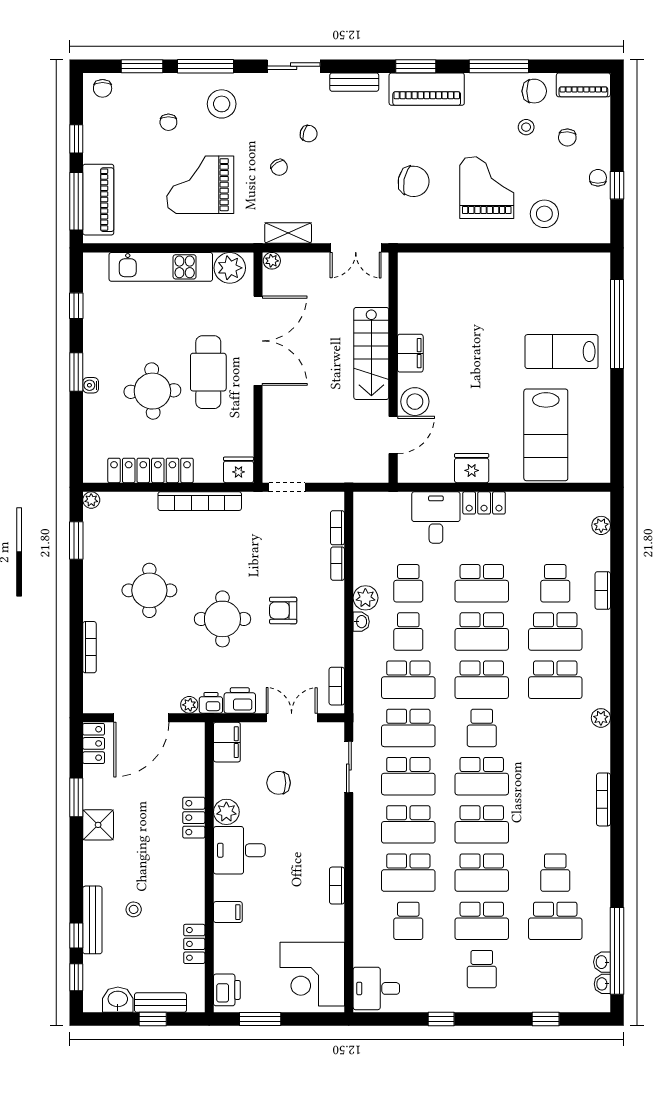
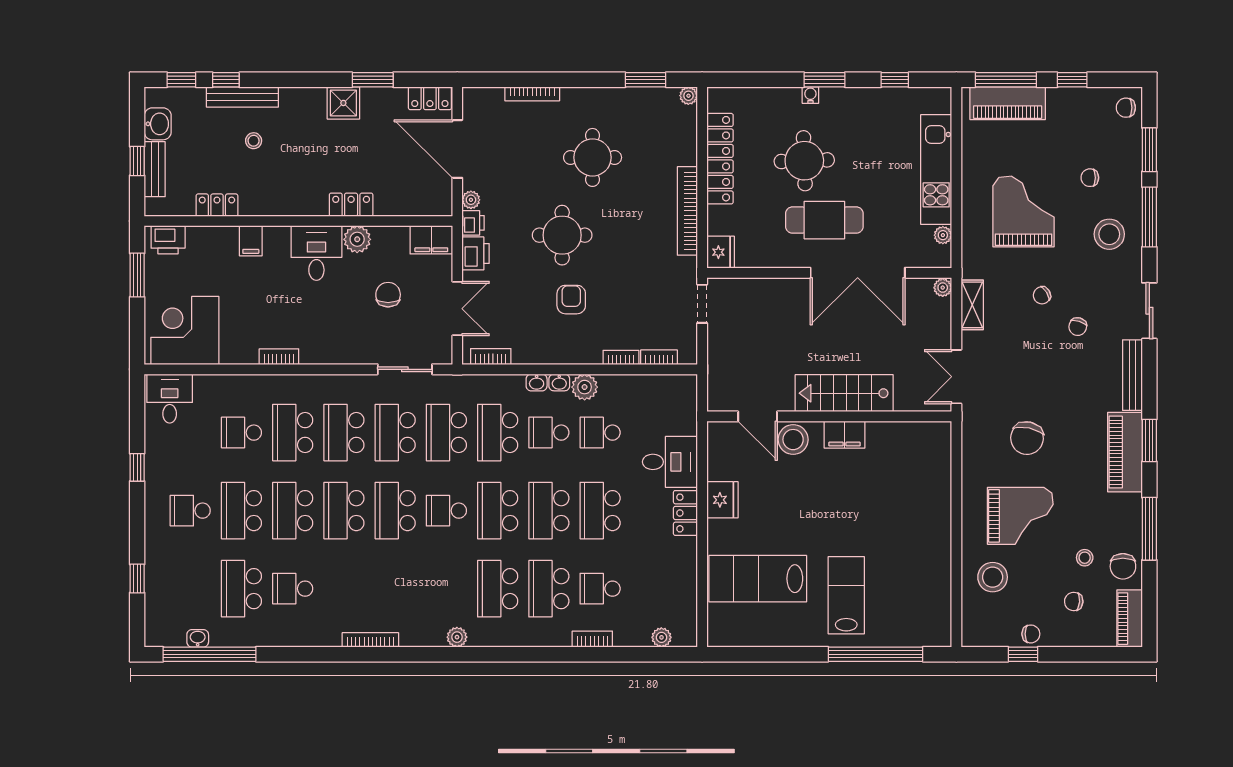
bench: (354, 82) -> (1132, 375), width x1.36
plant: (230, 268) -> (943, 235), width x0.53, depth x0.53
washbasin: (602, 984) -> (537, 382), moved, turned 180

